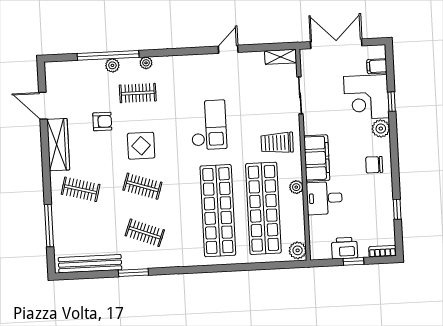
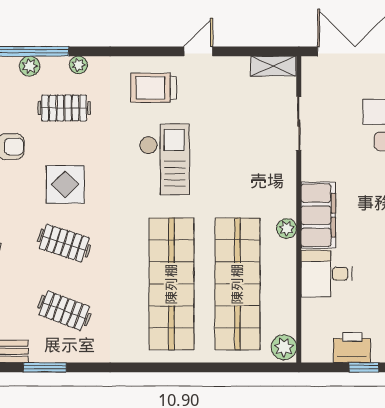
trolley: (277, 143) -> (154, 88), moved
plant: (296, 187) -> (287, 228), moved

